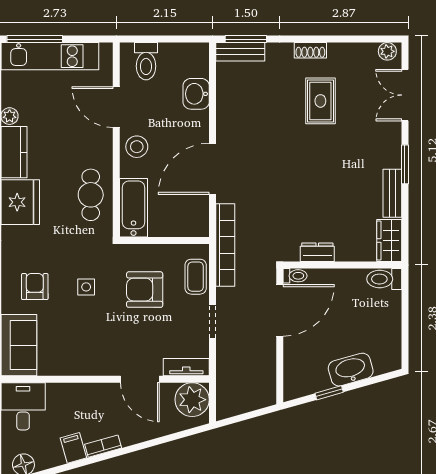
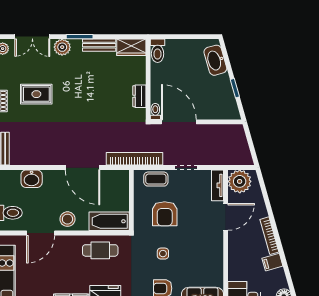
plant: (389, 139) -> (62, 47), added
washbasin: (351, 370) -> (215, 60), moved
bookcase: (103, 446) -> (269, 236), width x1.56

